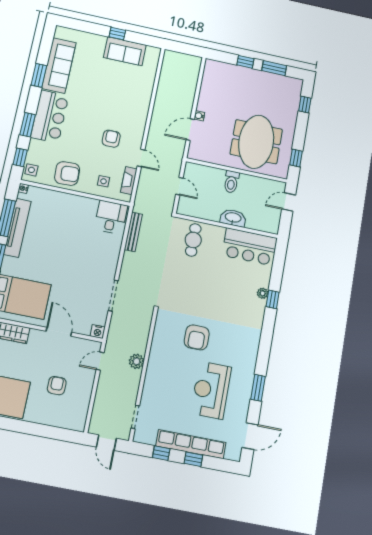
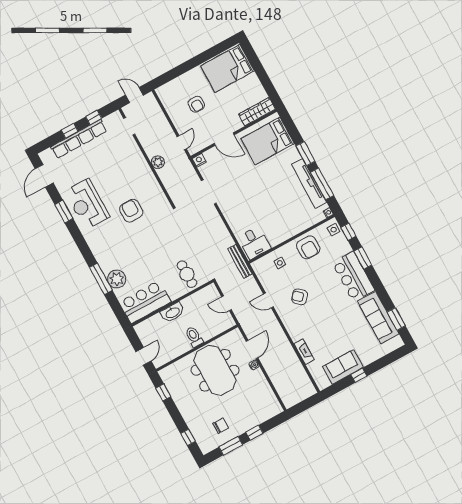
window: (39, 75) -> (396, 319), moved
chair: (269, 91) -> (221, 426), added
armchair: (111, 139) -> (300, 297), turned 132
meeting table: (256, 142) -> (215, 370), moved
armchair: (67, 174) -> (308, 247), turned -87
fireplace: (129, 181) -> (304, 352), moved
bench: (133, 232) -> (240, 261), moved
plant: (263, 293) -> (117, 279), width x1.88, depth x1.88
window: (273, 299) -> (101, 279), width x2.17
reception desk: (211, 390) -> (87, 204), moved, turned 180

